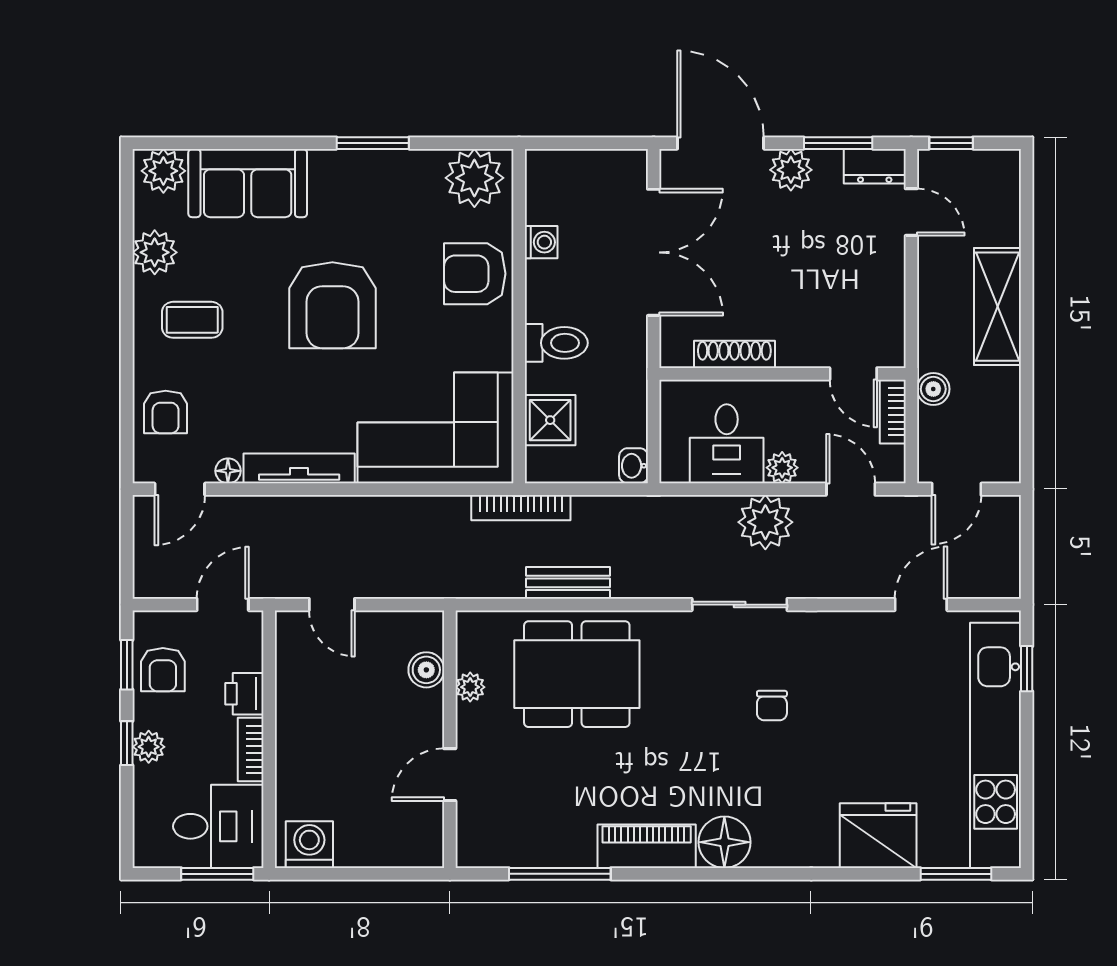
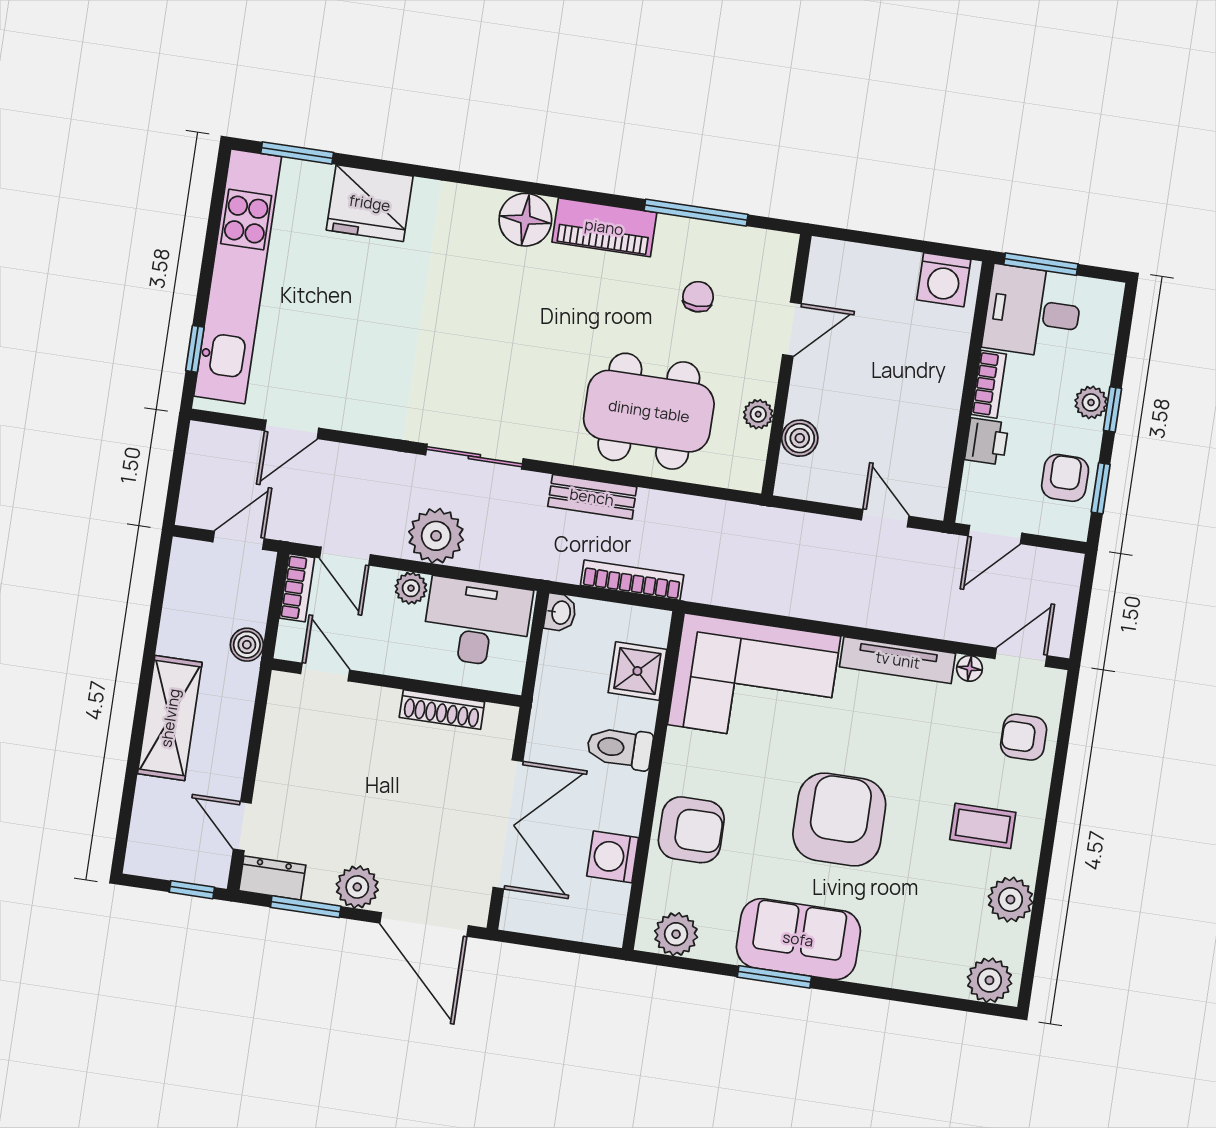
plant: (474, 178) -> (676, 934), width x0.73, depth x0.73
sofa: (248, 183) -> (798, 939), moved
washing machine: (541, 242) -> (613, 857), width x1.38, depth x1.38
double door: (654, 252) -> (508, 824), swing flipped
armchair: (166, 412) -> (1024, 737), turned -90
bookcase: (893, 412) -> (297, 588), moved
desk: (727, 444) -> (477, 623), width x1.37
bookcase: (521, 508) -> (632, 580), moved
bench: (568, 583) -> (592, 497), moved
chair: (772, 706) -> (698, 297), moved

